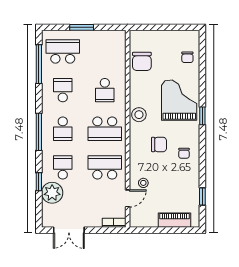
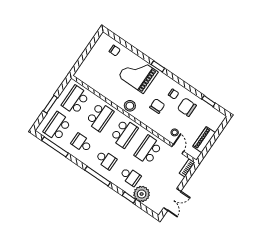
school desk: (105, 51) -> (75, 100), added
chair: (142, 61) -> (187, 107), moved, turned 180
school desk: (105, 90) -> (100, 117), width x1.85
school desk: (63, 167) -> (130, 176), turned 180
piano: (174, 220) -> (204, 140), moved

